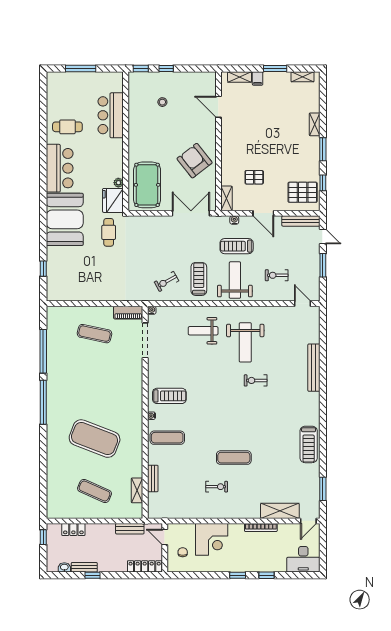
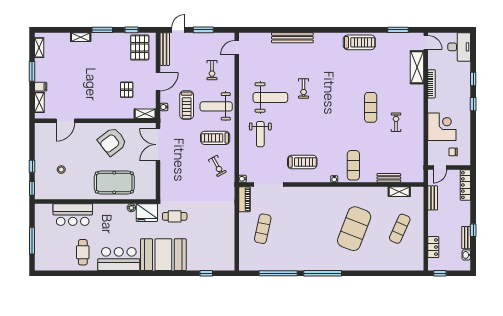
pool table: (147, 185) -> (114, 183), moved
treadmill: (169, 396) -> (302, 162), moved, turned 90

